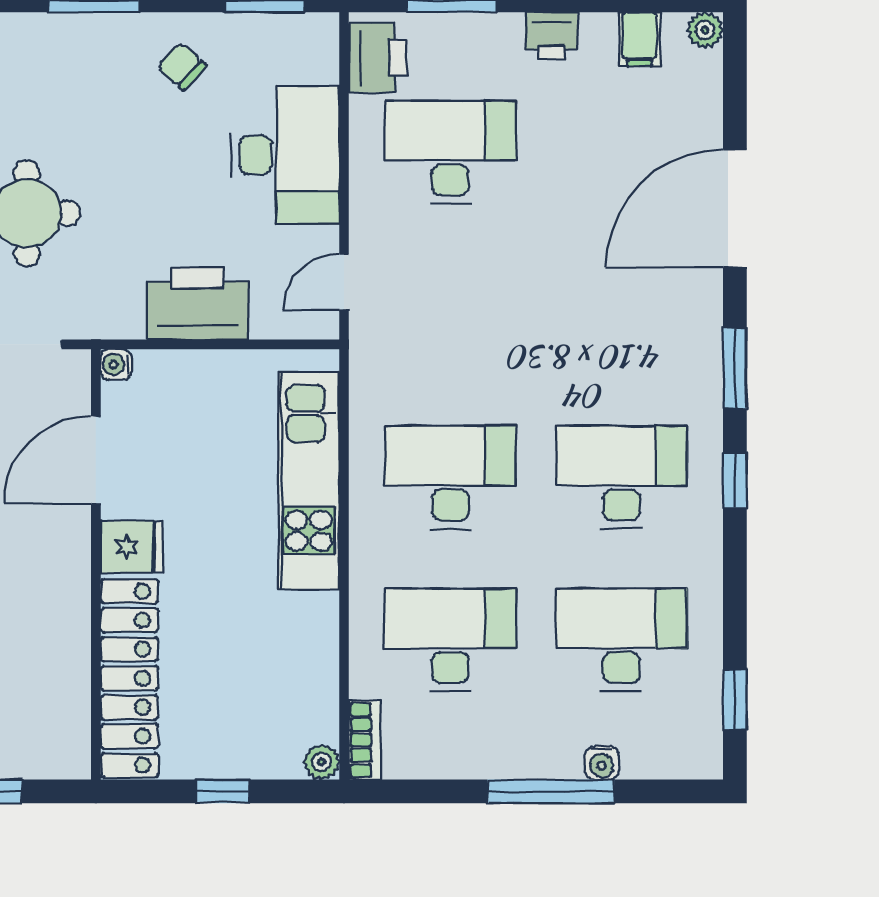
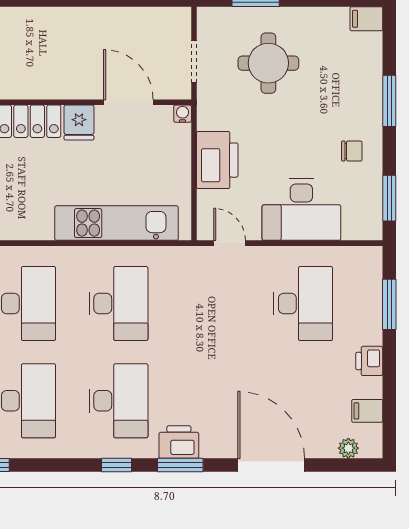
plant: (705, 30) -> (348, 448), moved
printer: (378, 58) -> (179, 442), moved, turned 180
chair: (182, 66) -> (352, 151), turned 48

